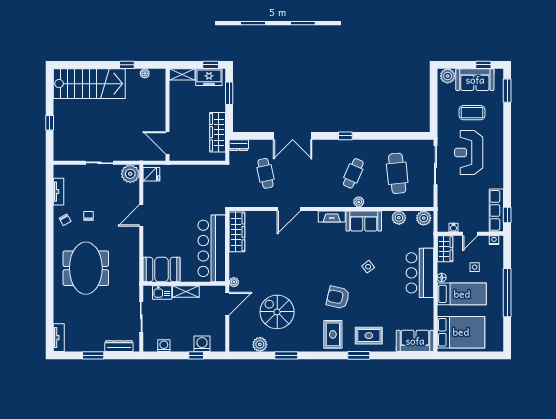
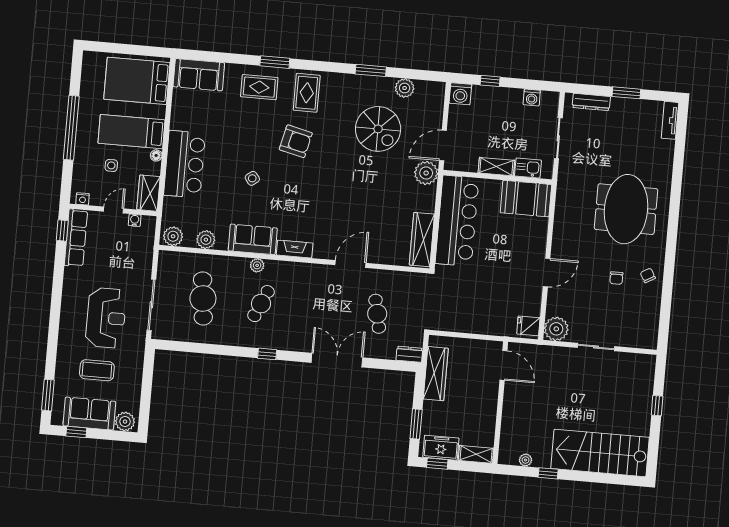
tv unit: (58, 192) -> (653, 314), removed
plant: (234, 282) -> (426, 173), width x1.88, depth x1.88
washing machine: (202, 344) -> (460, 94), moved

